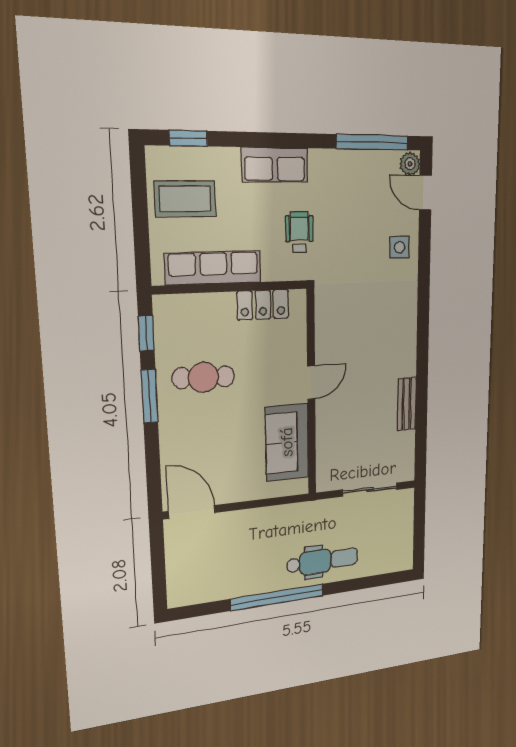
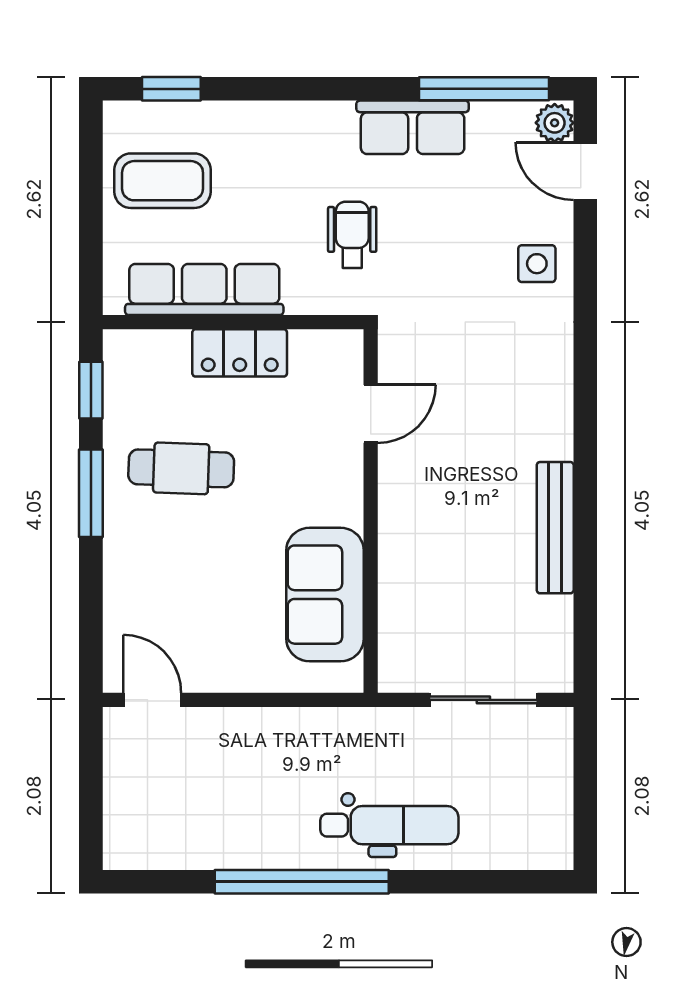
row of seats: (275, 165) -> (413, 127), moved
locker: (263, 305) -> (240, 353), moved
door: (311, 383) -> (371, 414), moved
bench: (407, 404) -> (555, 528), width x1.36
door: (192, 512) -> (152, 700), width x0.73

